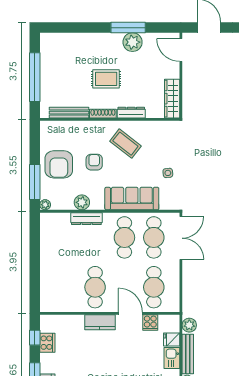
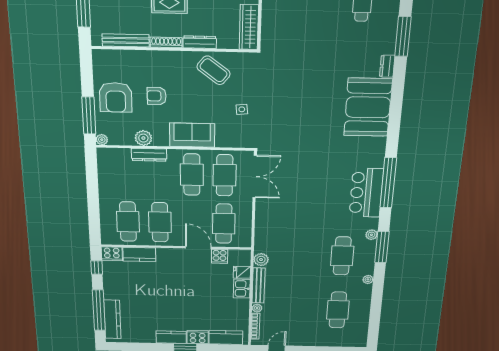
coffee table: (125, 144) -> (214, 70), moved
armchair: (94, 162) -> (157, 96), turned -90
sofa: (132, 199) -> (192, 135), width x0.73
cafe table: (66, 287) -> (128, 222), added
kitchen counter: (100, 322) -> (139, 254), moved
cooker: (47, 343) -> (112, 254), moved, turned 90

